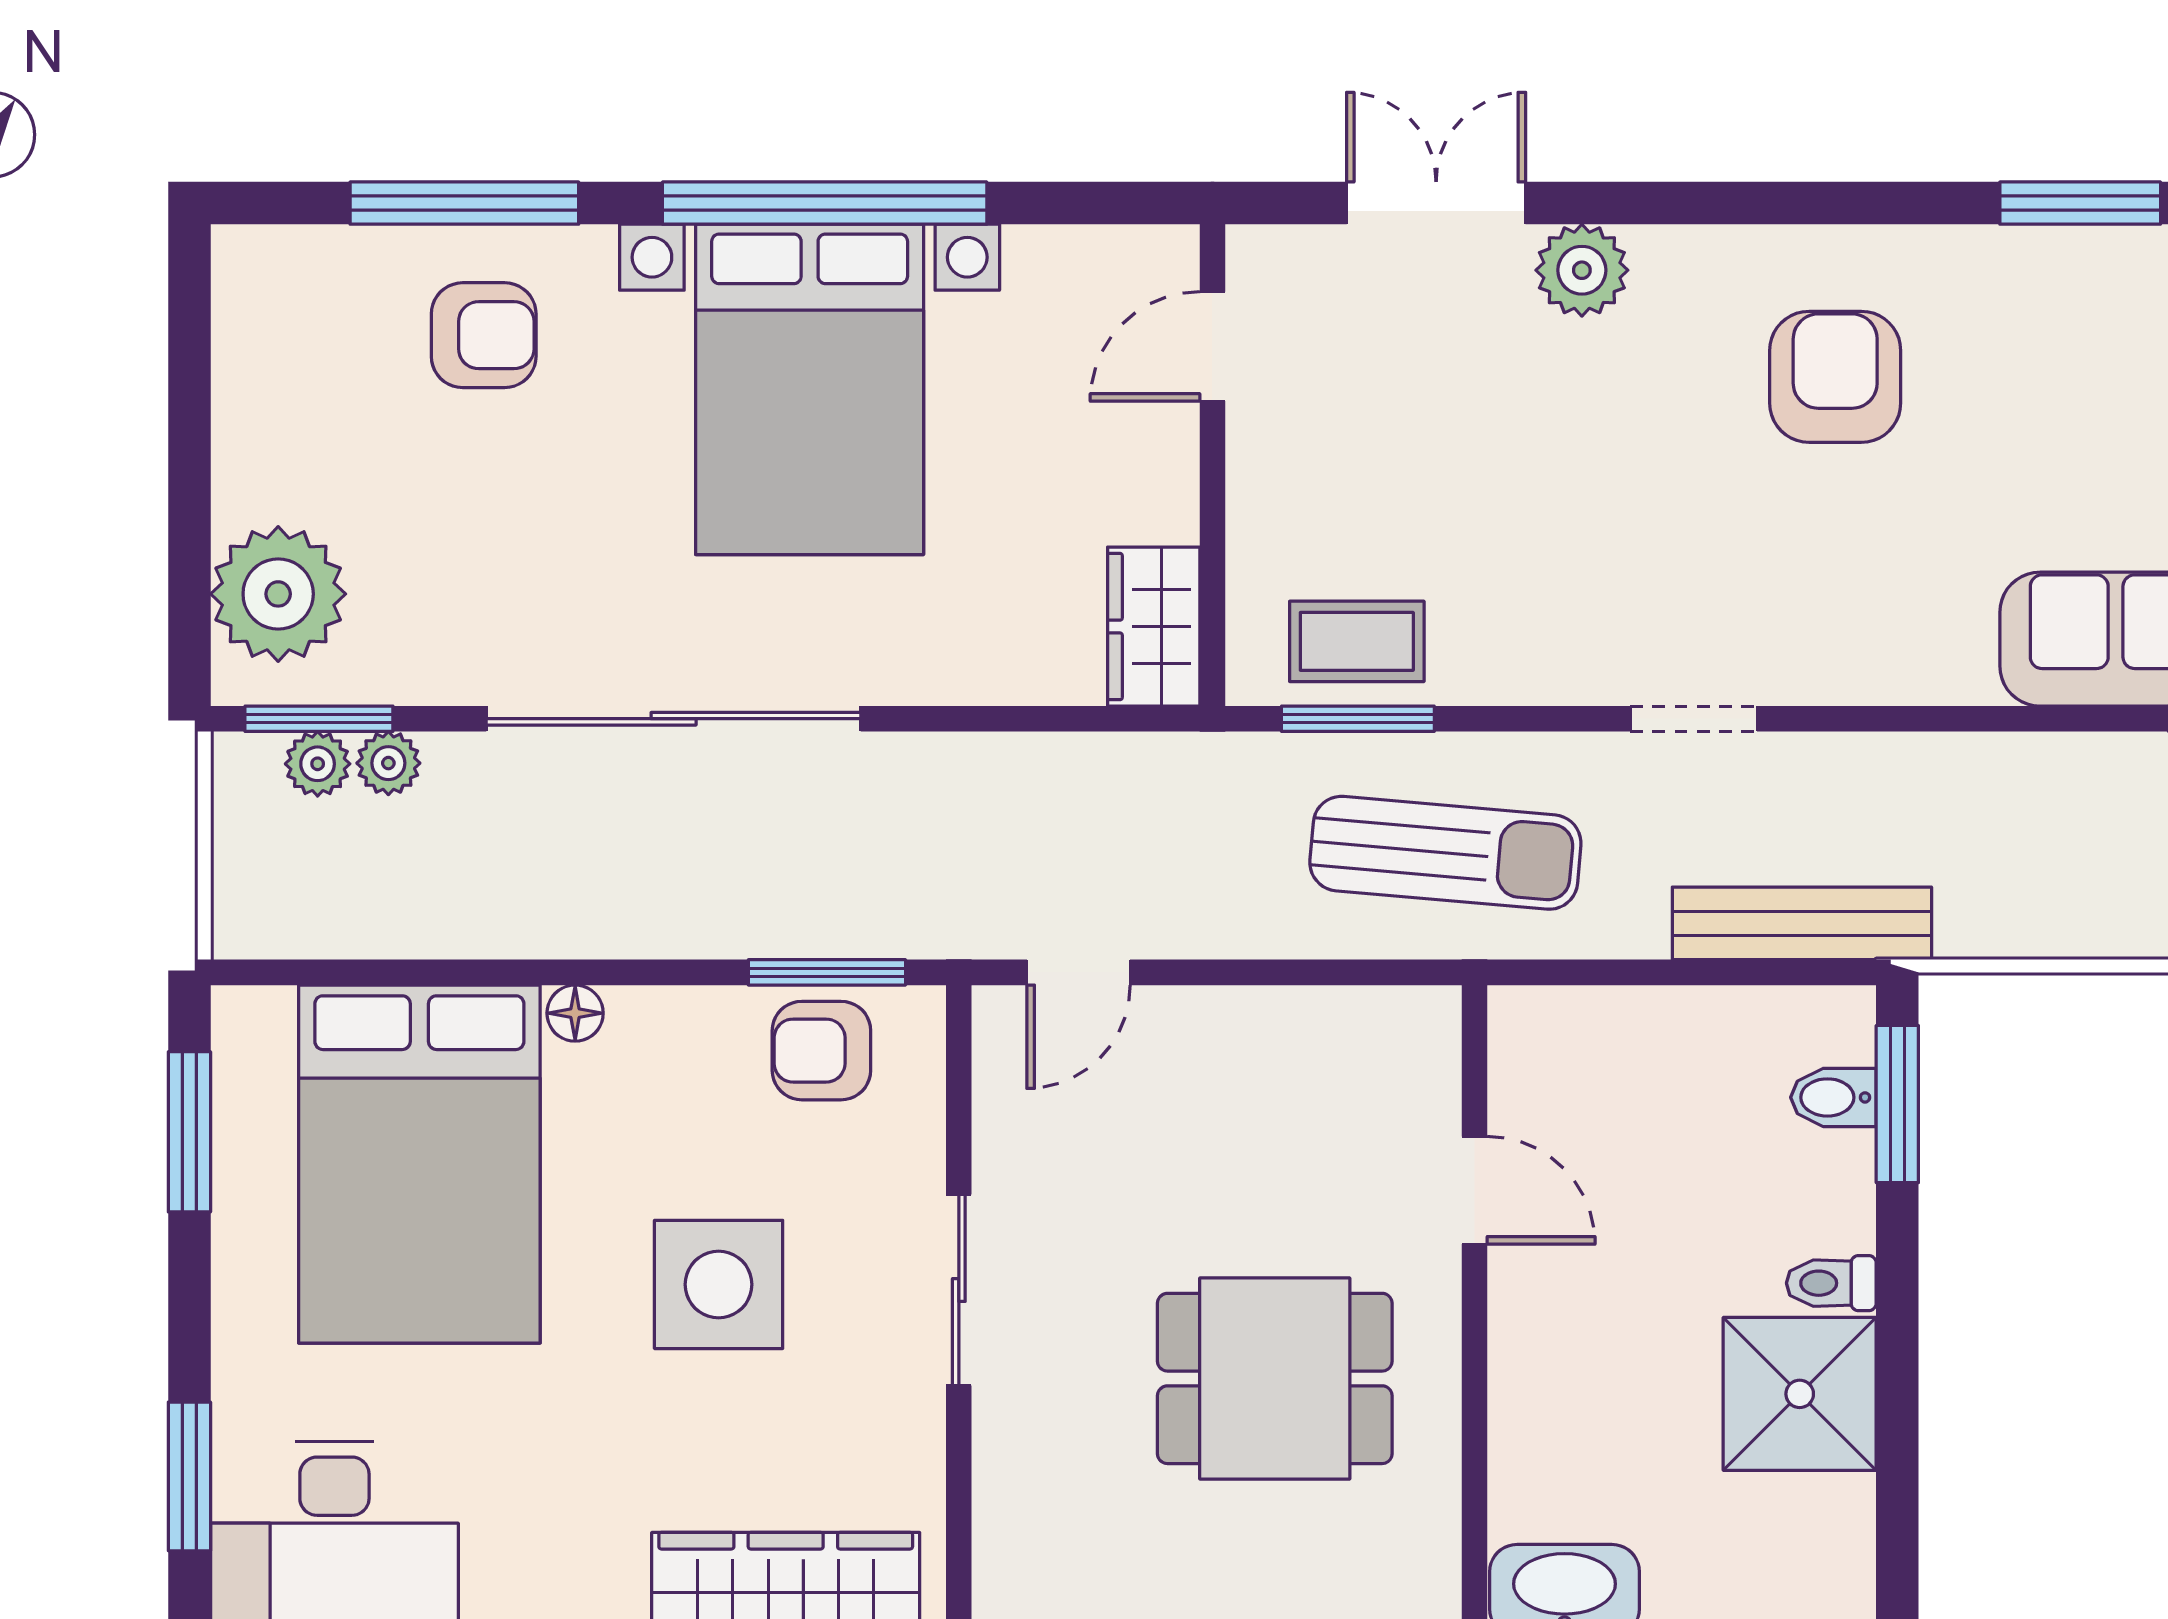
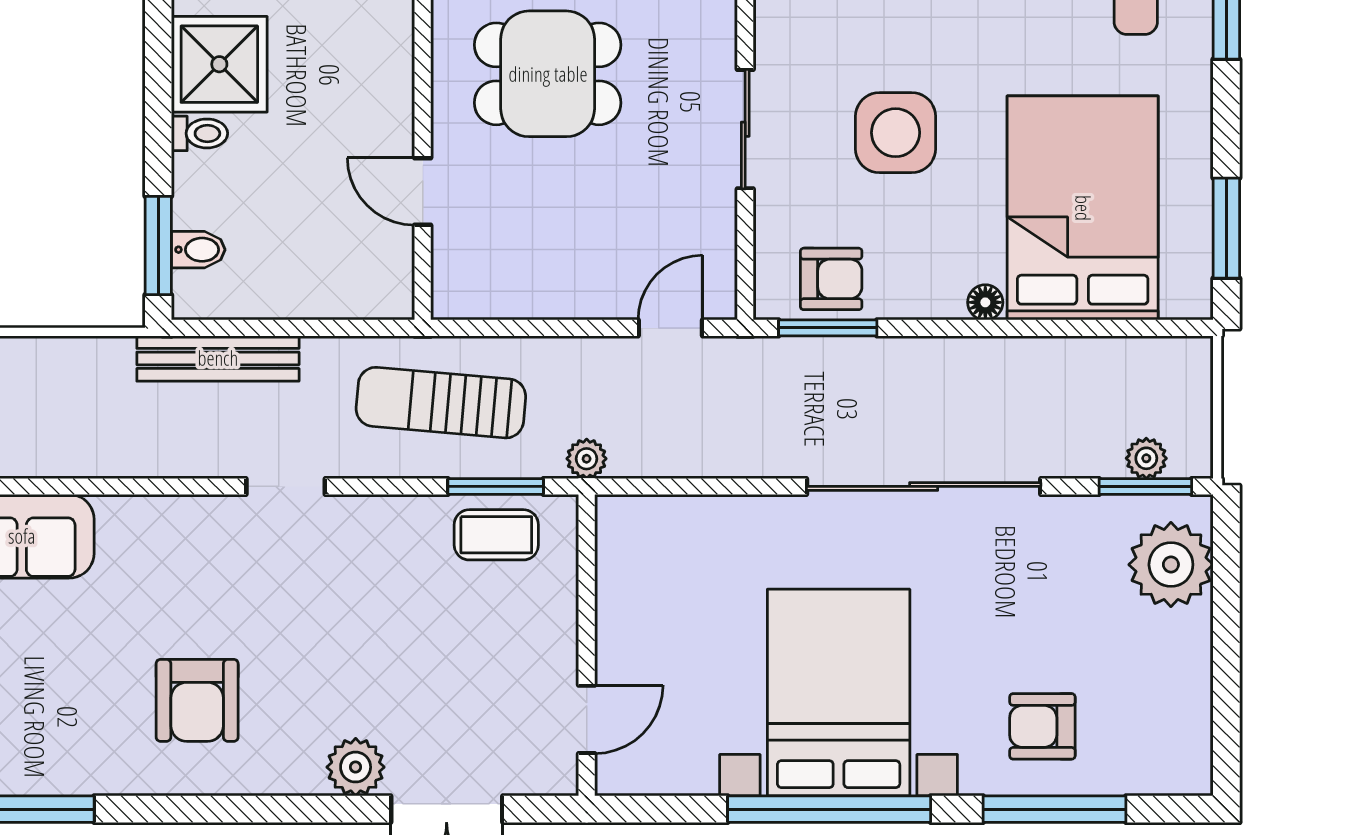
wardrobe: (1154, 627) -> (623, 544), removed
plant: (388, 763) -> (587, 459), moved

